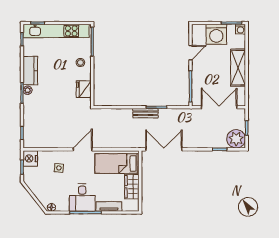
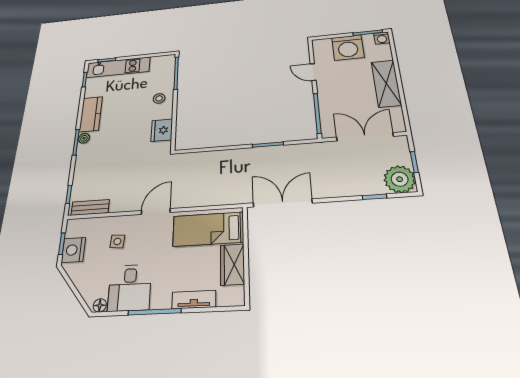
kitchen unit: (56, 31) -> (118, 67), width x0.73
door: (190, 53) -> (313, 72), swing flipped
bench: (145, 113) -> (90, 207), moved
nightstand: (30, 158) -> (73, 250), moved
desk: (82, 198) -> (130, 288), moved

